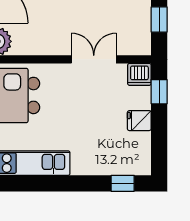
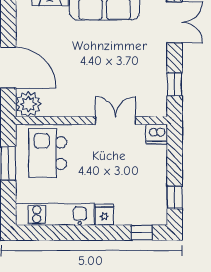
window: (159, 92) -> (175, 197), moved
fridge: (139, 121) -> (104, 215), moved, turned 90

